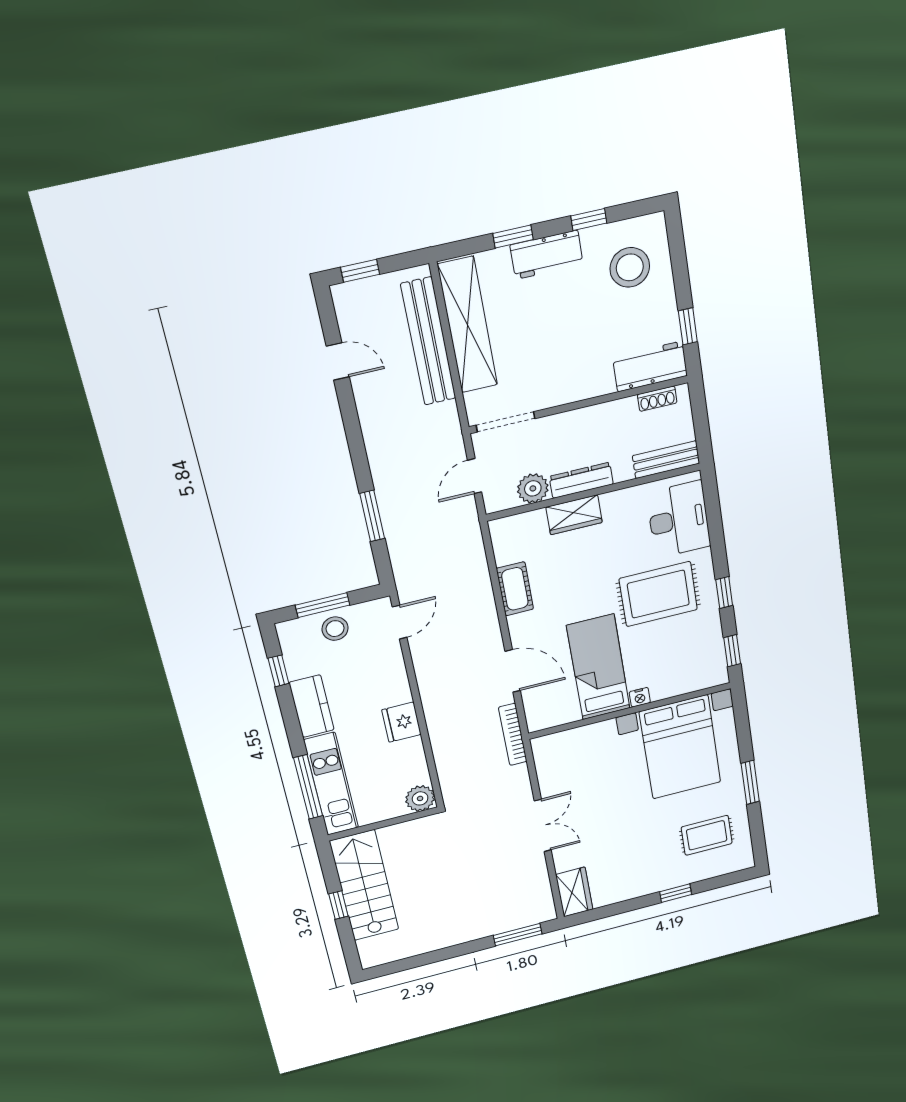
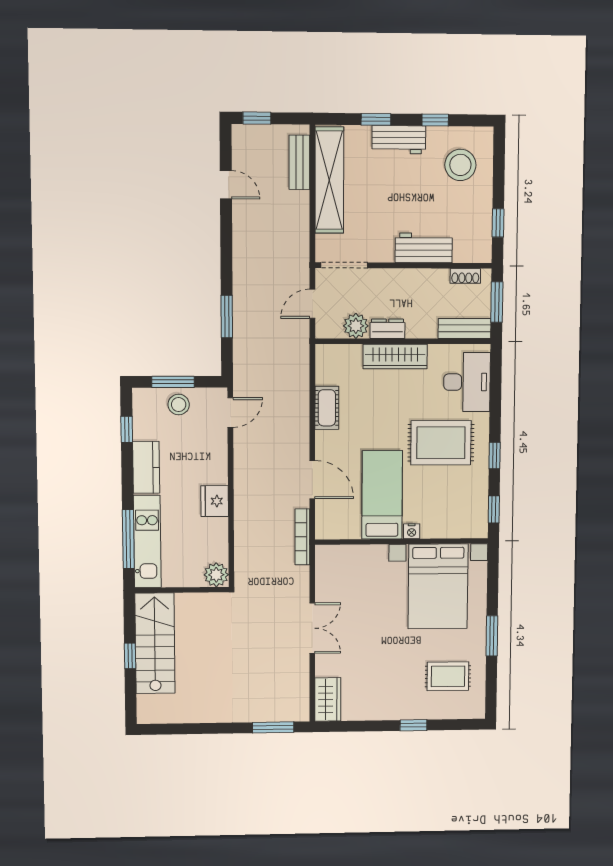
bench: (428, 341) -> (299, 162), width x0.54, depth x0.82
workbench: (650, 366) -> (424, 248), moved
window: (701, 420) -> (497, 302), added
dresser: (581, 480) -> (387, 329), width x0.70
wardrobe: (574, 515) -> (395, 356), width x1.50

